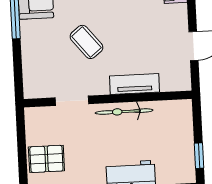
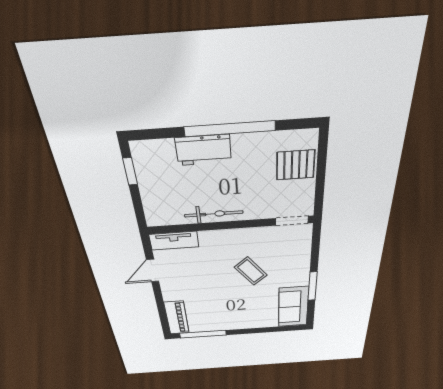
tv unit: (135, 84) -> (174, 241), moved
doorway: (72, 101) -> (292, 221), moved

